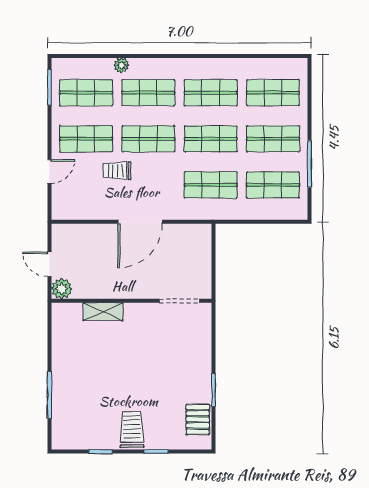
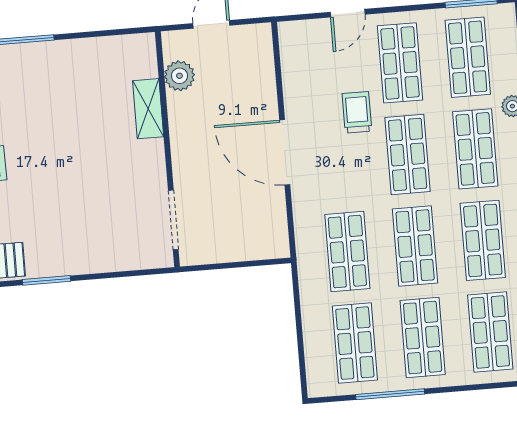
door: (49, 171) -> (348, 13), hinge flipped
plant: (62, 289) -> (179, 76), moved

